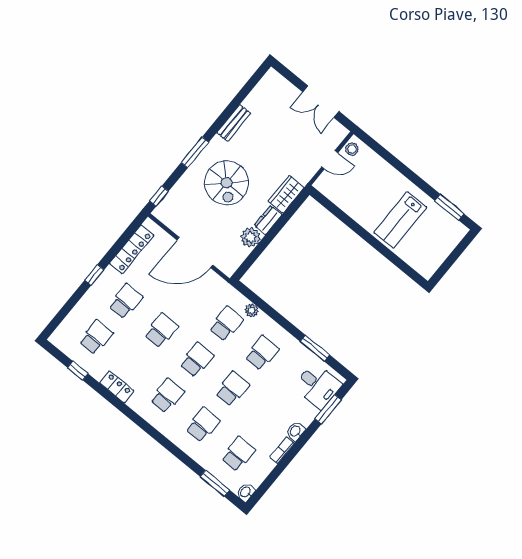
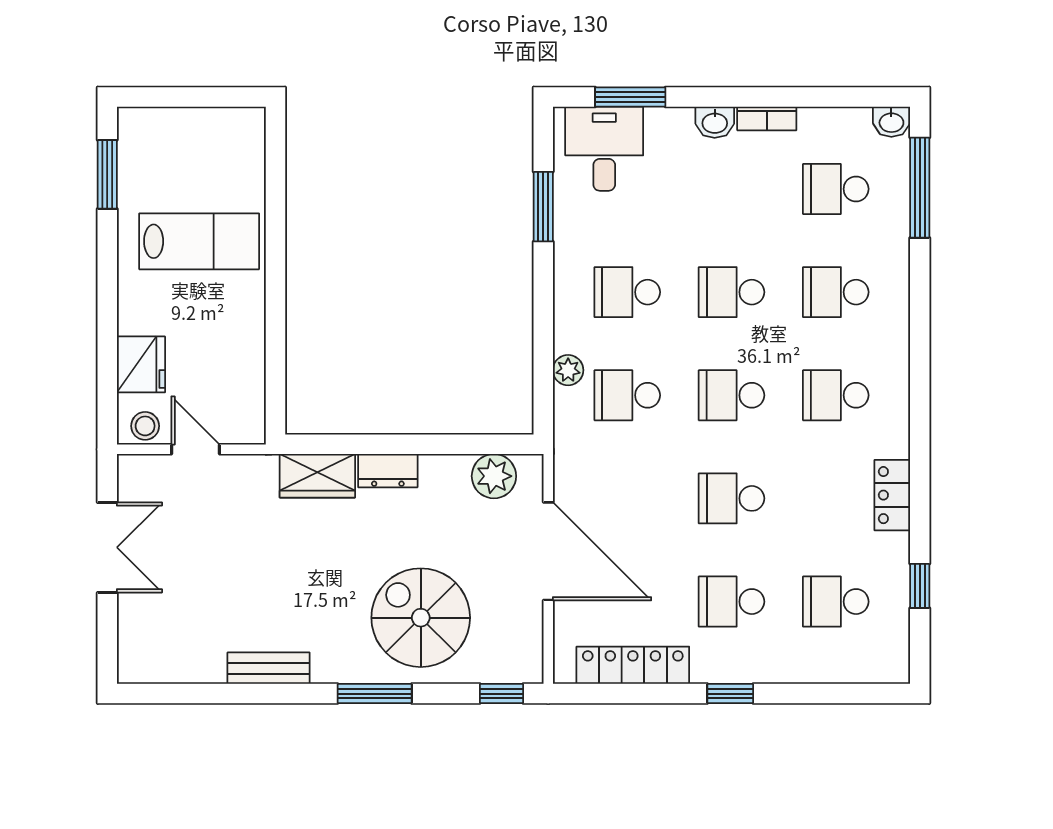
fridge: (374, 165) -> (141, 364), added
spiral stairs: (227, 183) -> (421, 618), moved, turned -90
plant: (250, 237) -> (494, 476), moved
window: (215, 483) -> (920, 188), width x1.44

